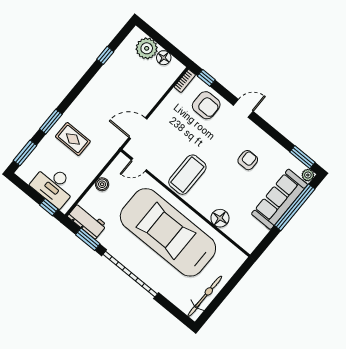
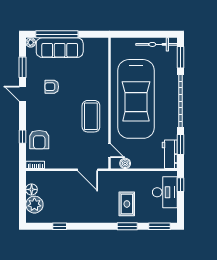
window: (206, 78) -> (22, 137), moved
armchair: (206, 105) -> (39, 140), turned 180
door: (243, 108) -> (22, 94), moved
window: (302, 157) -> (22, 67), moved
coffee table: (187, 175) -> (91, 116), turned 90
boiler: (102, 184) -> (125, 163), moved
floor lamp: (220, 218) -> (101, 74), removed
window: (173, 309) -> (180, 57), added

